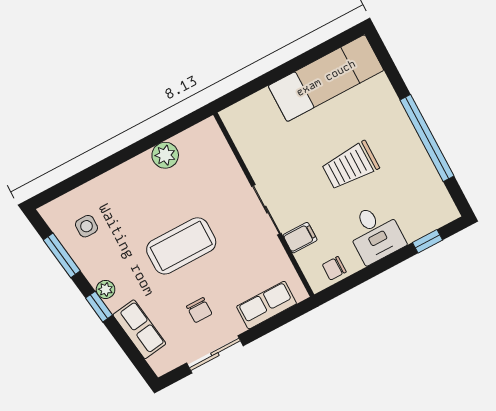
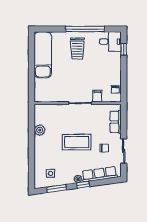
trolley: (350, 166) -> (77, 48), moved
desk: (375, 233) -> (110, 42), moved
coffee table: (181, 246) -> (77, 142), turned 90
row of seats: (139, 329) -> (99, 174), width x1.48

